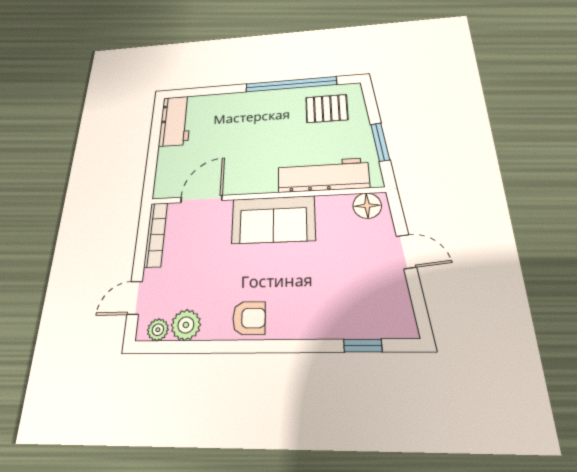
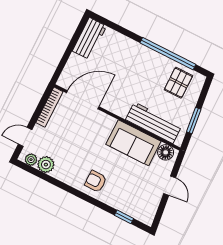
pallet: (327, 109) -> (178, 83), turned 90
door: (201, 199) -> (83, 100), width x1.36
sofa: (273, 220) -> (133, 143), moved
armchair: (249, 318) -> (96, 181), moved, turned 180

